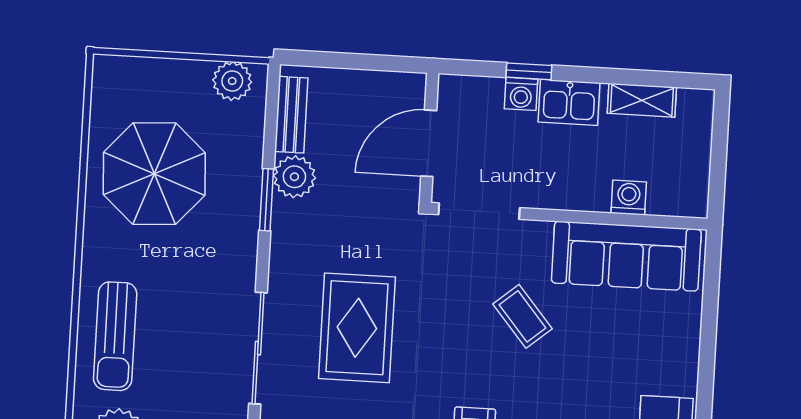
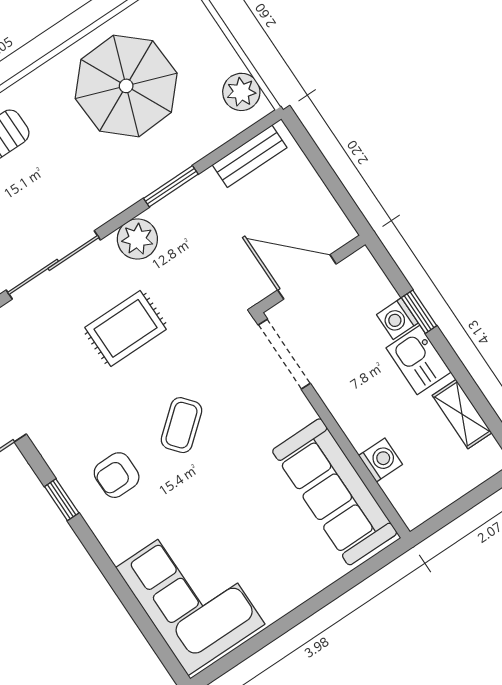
plant: (294, 177) -> (137, 239), moved
coffee table: (523, 316) -> (182, 425), moved
rug: (357, 328) -> (126, 328), width x0.73, depth x0.70

